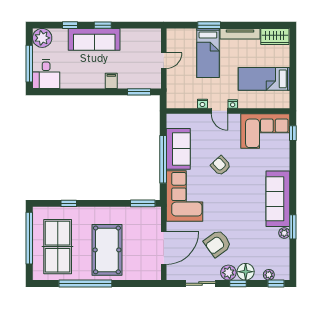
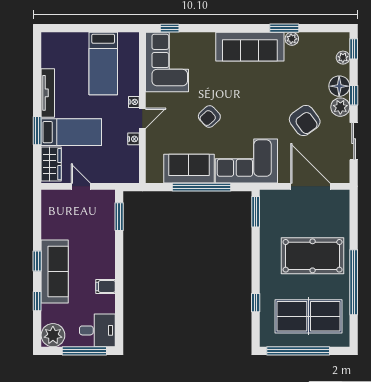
wardrobe: (275, 36) -> (51, 164), moved
filing cabinet: (111, 81) -> (106, 286), moved

